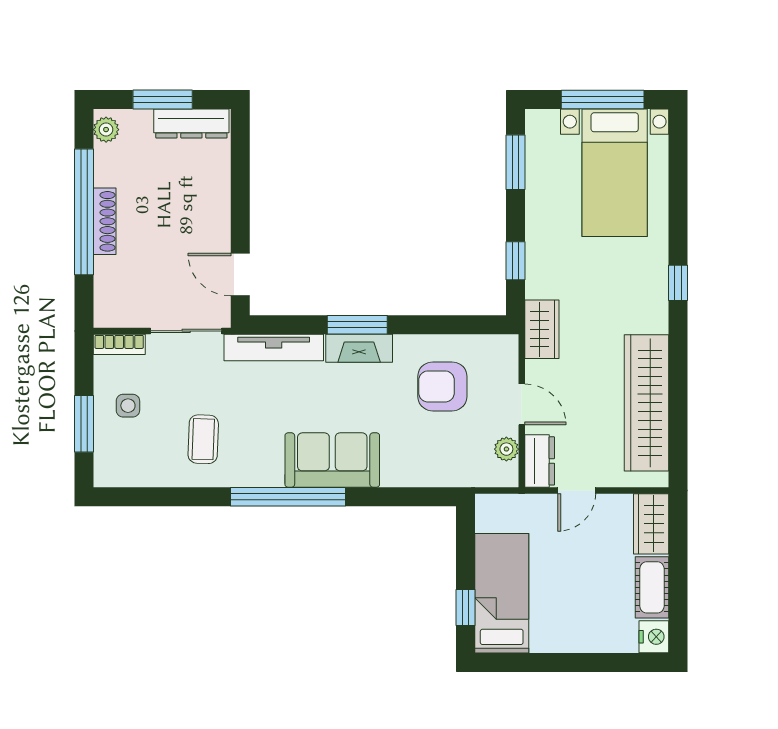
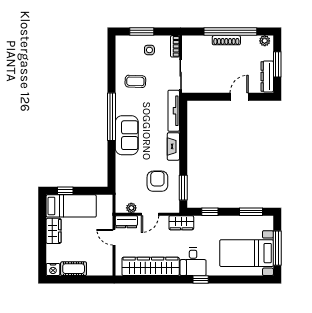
door: (240, 275) -> (239, 97), moved
desk: (635, 301) -> (193, 262), added
window: (357, 325) -> (183, 188), moved
wardrobe: (651, 524) -> (54, 231), moved, turned 90

